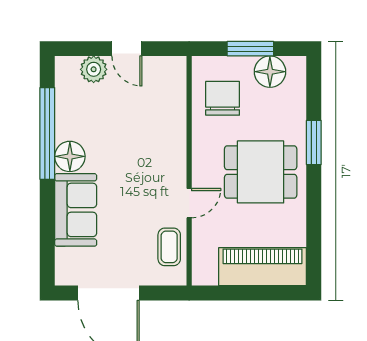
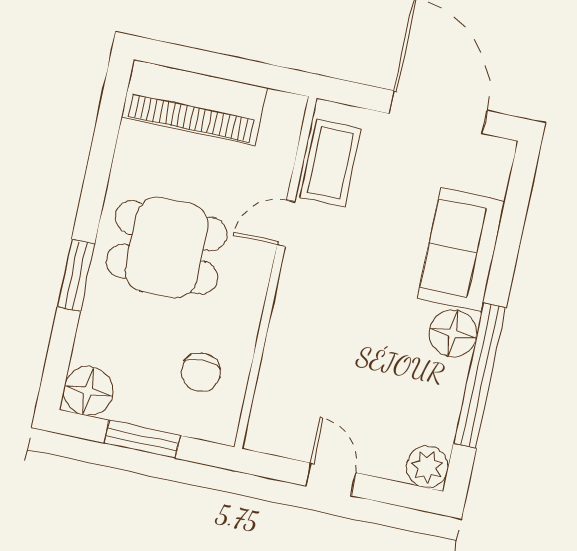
plant: (94, 69) -> (427, 467), moved
floor lamp: (270, 72) -> (88, 391), moved
chair: (223, 98) -> (201, 372), width x0.73, depth x0.73
coffee table: (169, 247) -> (331, 163), width x1.36, depth x1.30

